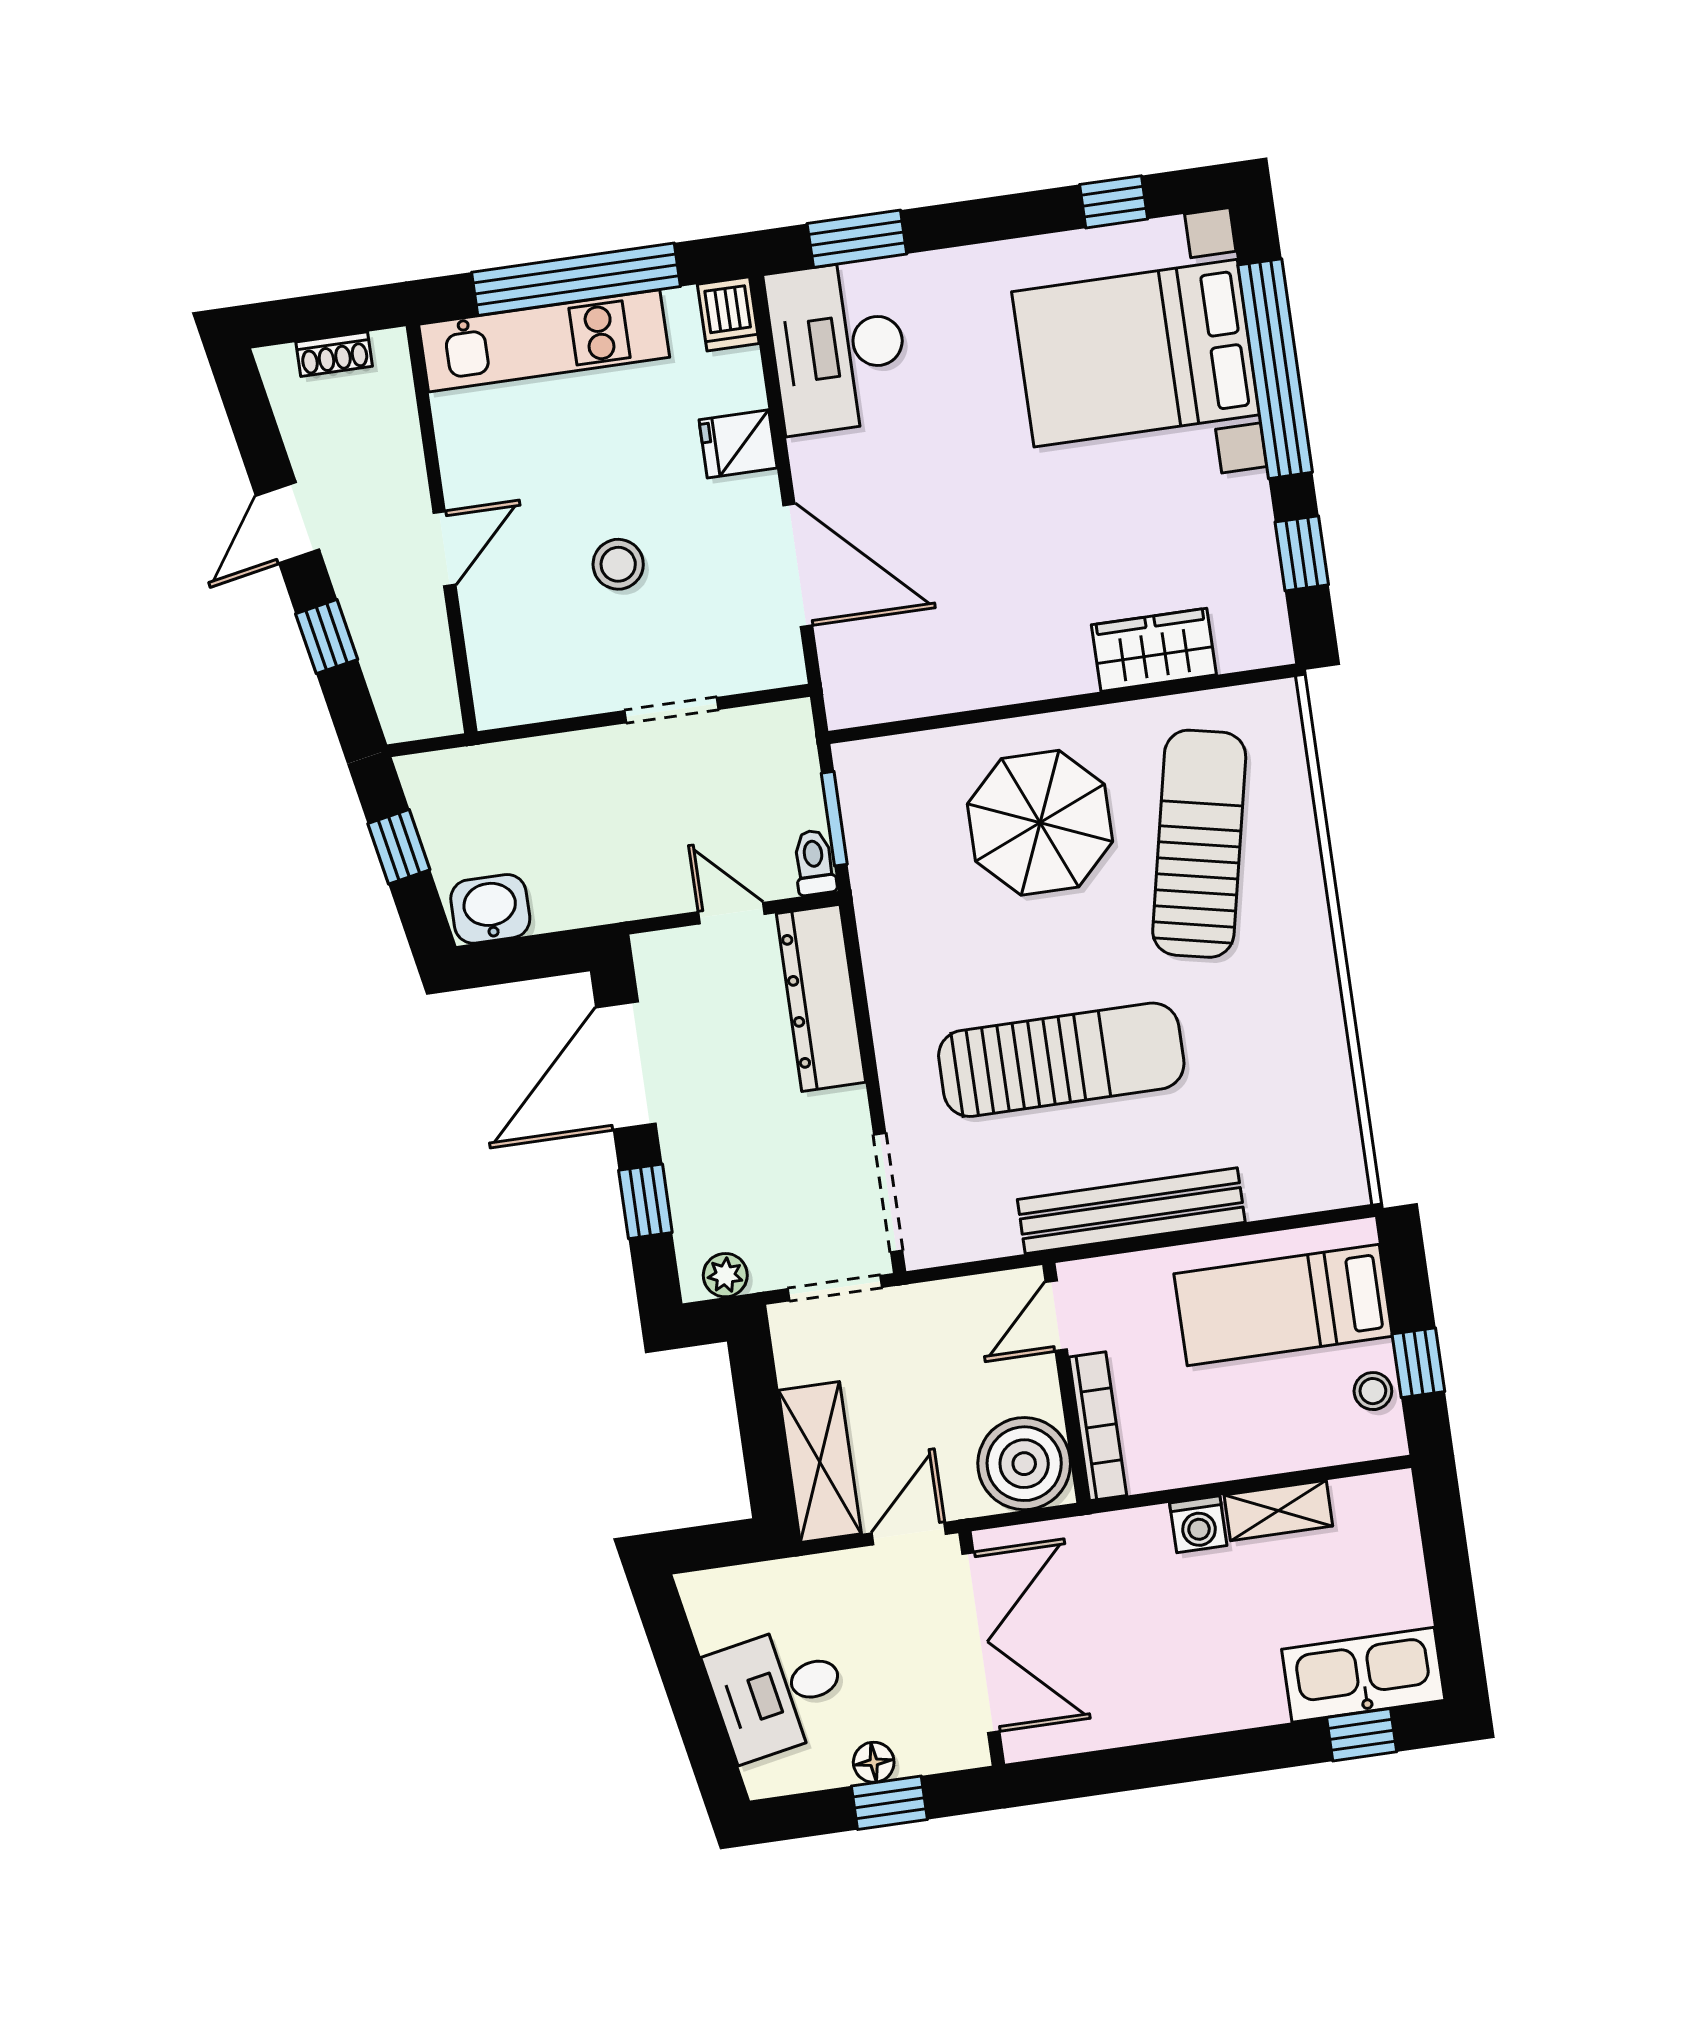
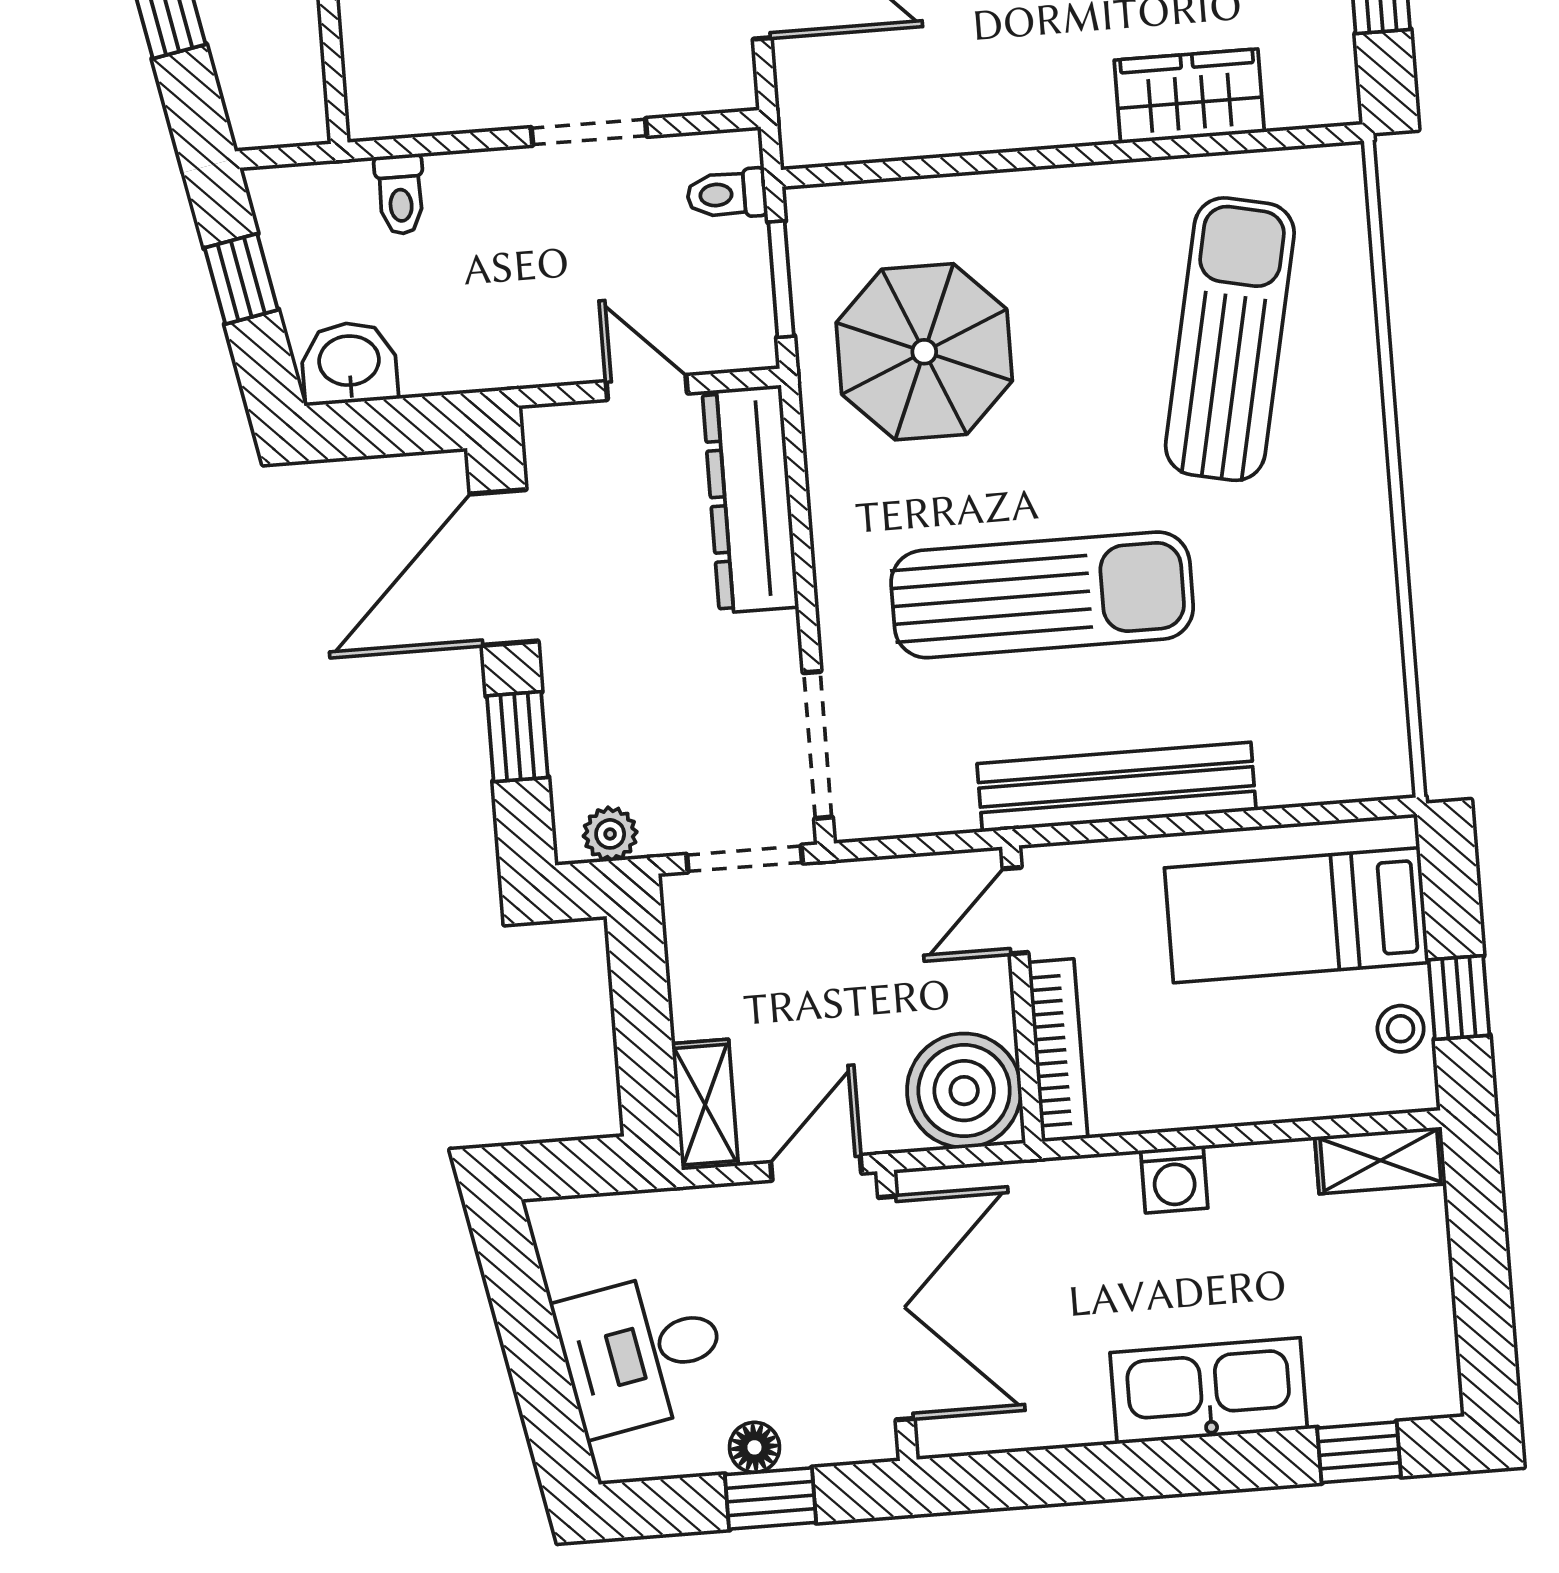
toilet: (523, 770) -> (400, 194), added
parasol: (1040, 823) -> (924, 352), moved
toilet: (814, 863) -> (727, 194), moved, turned -90
shelving: (820, 1462) -> (705, 1105), width x0.67, depth x0.75
shelving: (1278, 1511) -> (1380, 1160), moved
kitchen sink: (1363, 1675) -> (1209, 1391), moved

